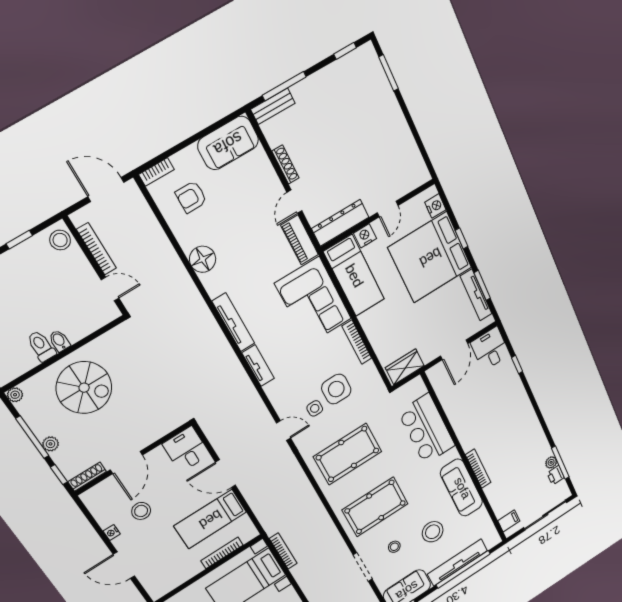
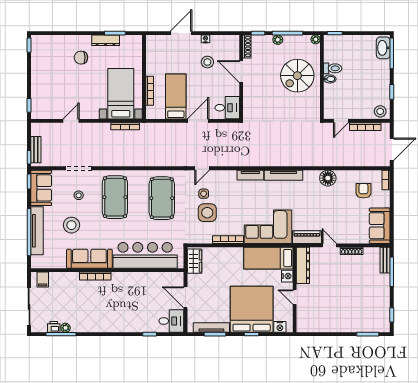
bar counter: (427, 429) -> (145, 255), width x1.36

